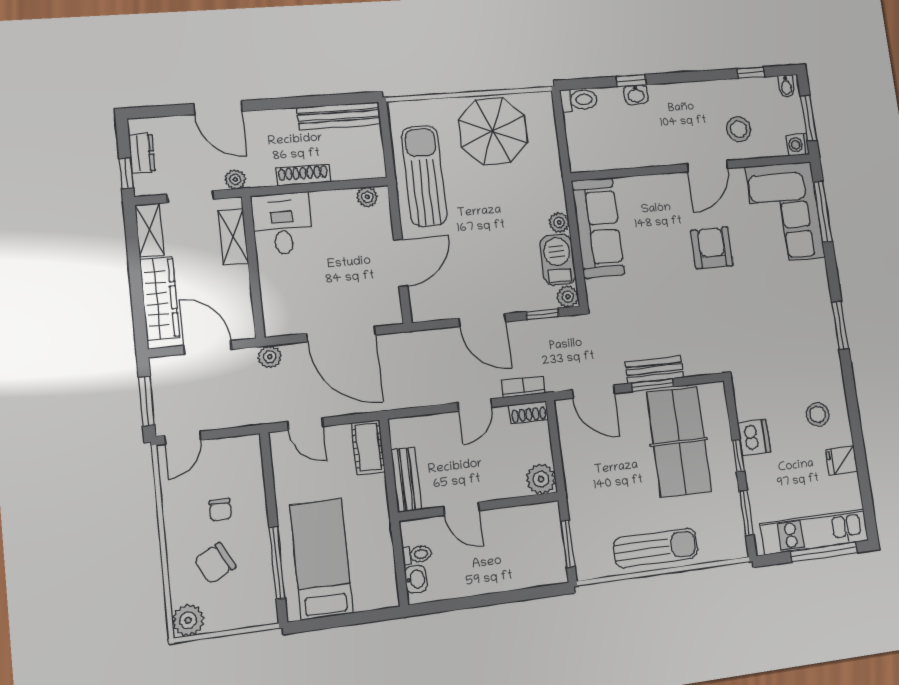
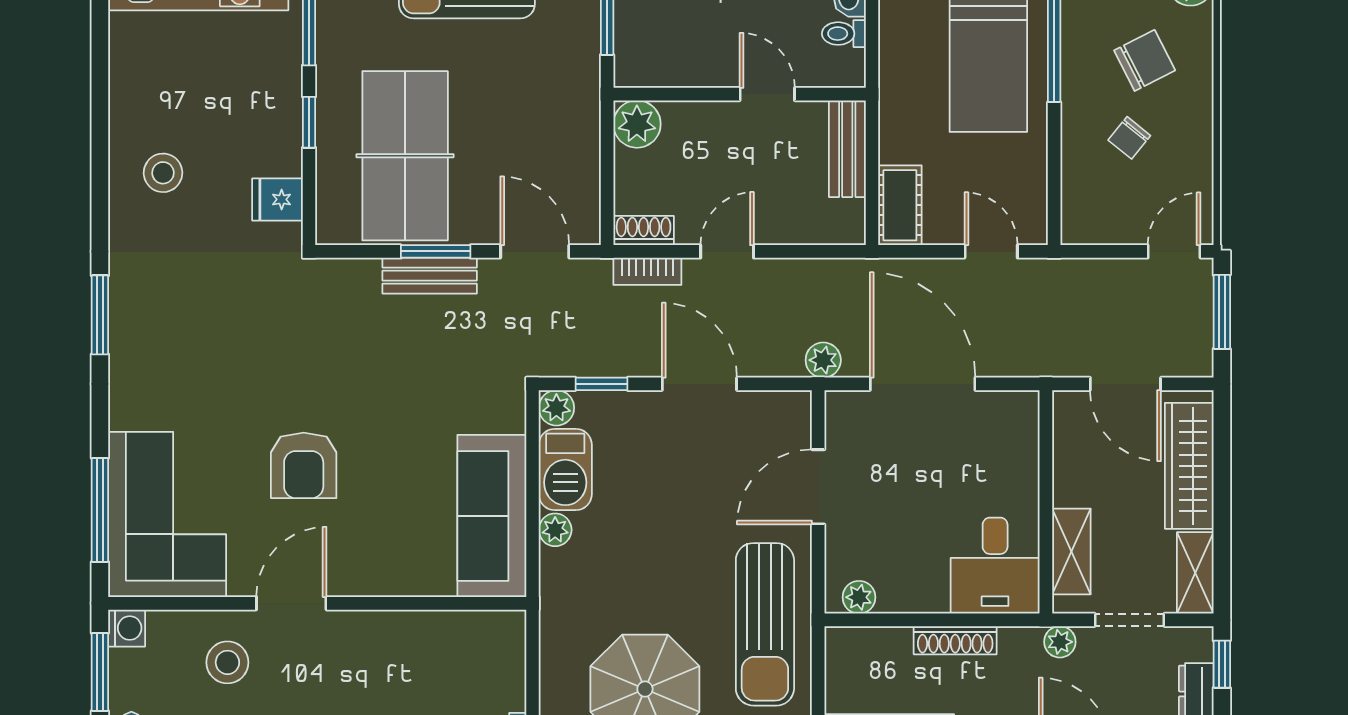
plant: (270, 357) -> (823, 360), moved
dishwasher: (754, 437) -> (278, 148), removed
fridge: (842, 460) -> (277, 199), moved, turned 180
chair: (220, 510) -> (1129, 138), turned -141

